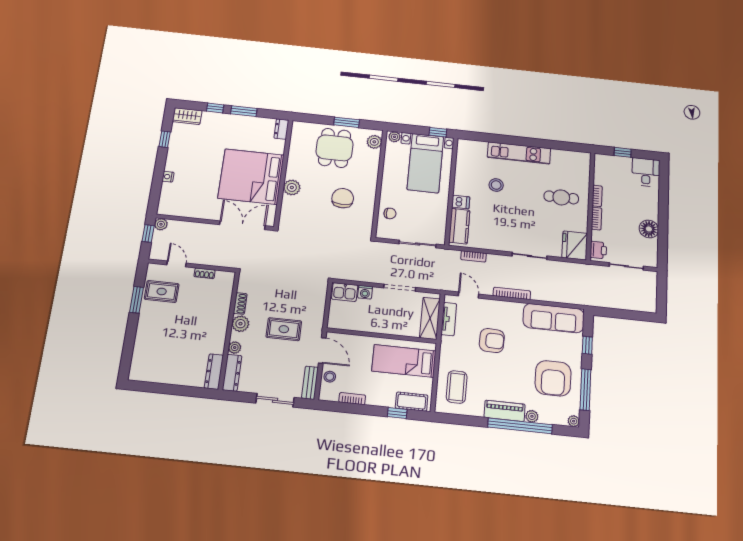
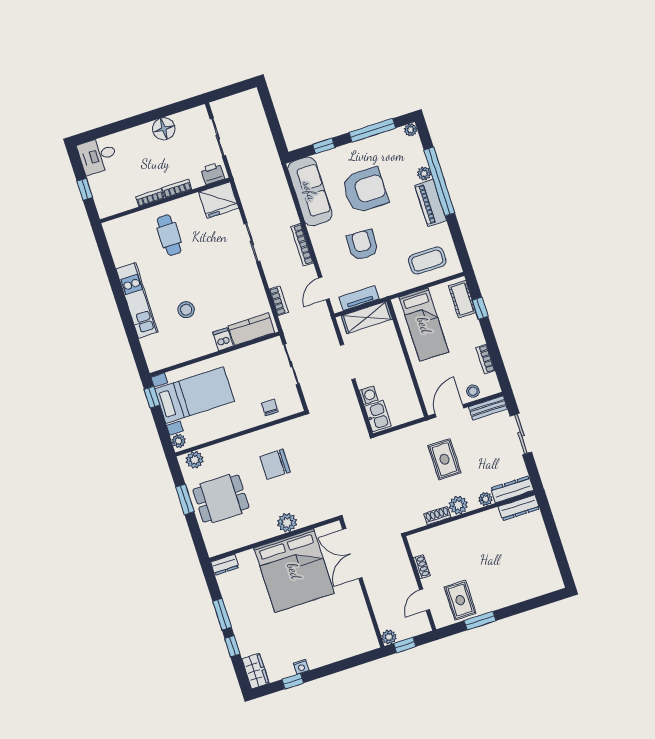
nightstand: (168, 177) -> (301, 667), moved
armchair: (553, 378) -> (365, 190), moved

